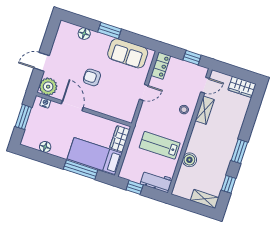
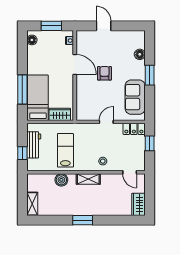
window: (192, 58) -> (150, 143), moved
plant: (48, 87) -> (84, 38), removed
door: (144, 92) -> (106, 122), swing flipped
door: (72, 106) -> (75, 64), hinge flipped
shelving: (205, 110) -> (88, 179), moved
floor lamp: (45, 147) -> (32, 40), moved
workbench: (156, 181) -> (34, 145), moved
window: (228, 184) -> (51, 220), removed
window: (135, 187) -> (22, 153), moved

